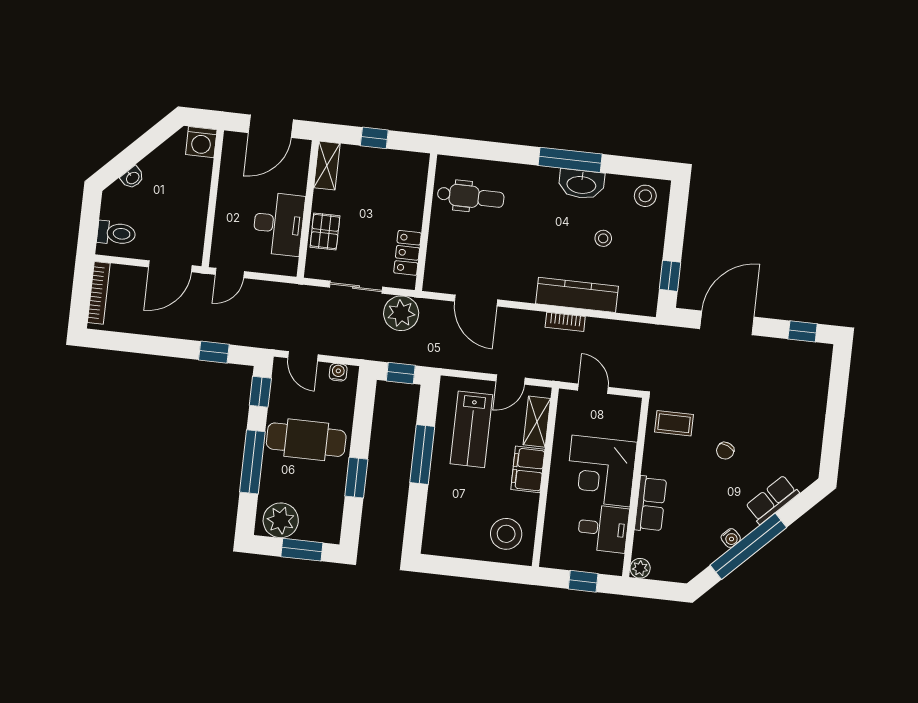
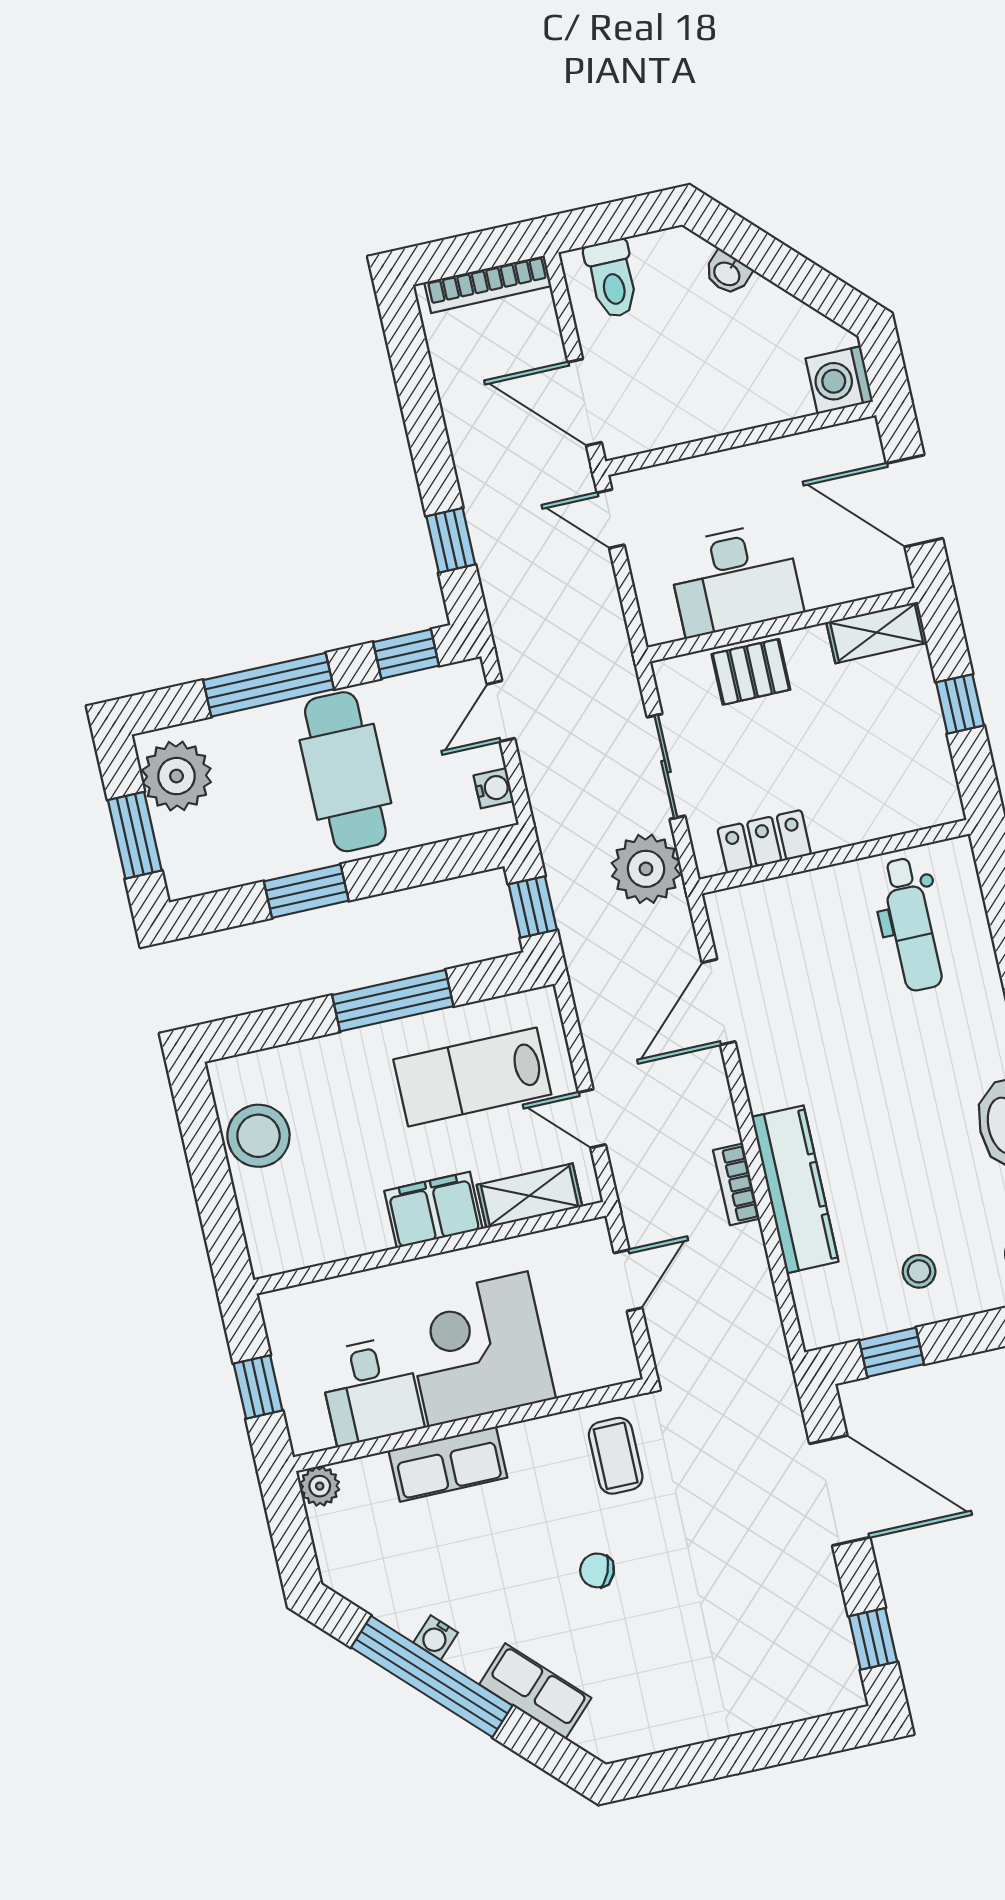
stool: (603, 238) -> (919, 1271), moved
stool: (506, 534) -> (258, 1136), moved

